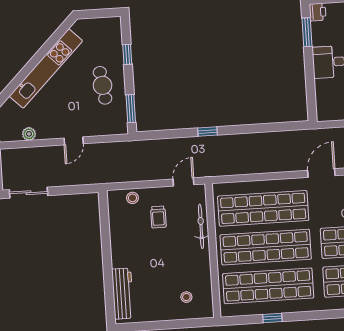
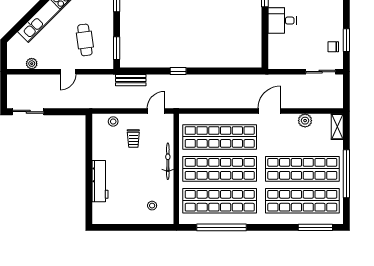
cafe table: (103, 85) -> (85, 40), moved
bench: (151, 146) -> (131, 80), added
bicycle: (201, 226) -> (168, 161), moved
workbench: (123, 294) -> (100, 181), moved
window: (272, 318) -> (221, 227), width x3.17

